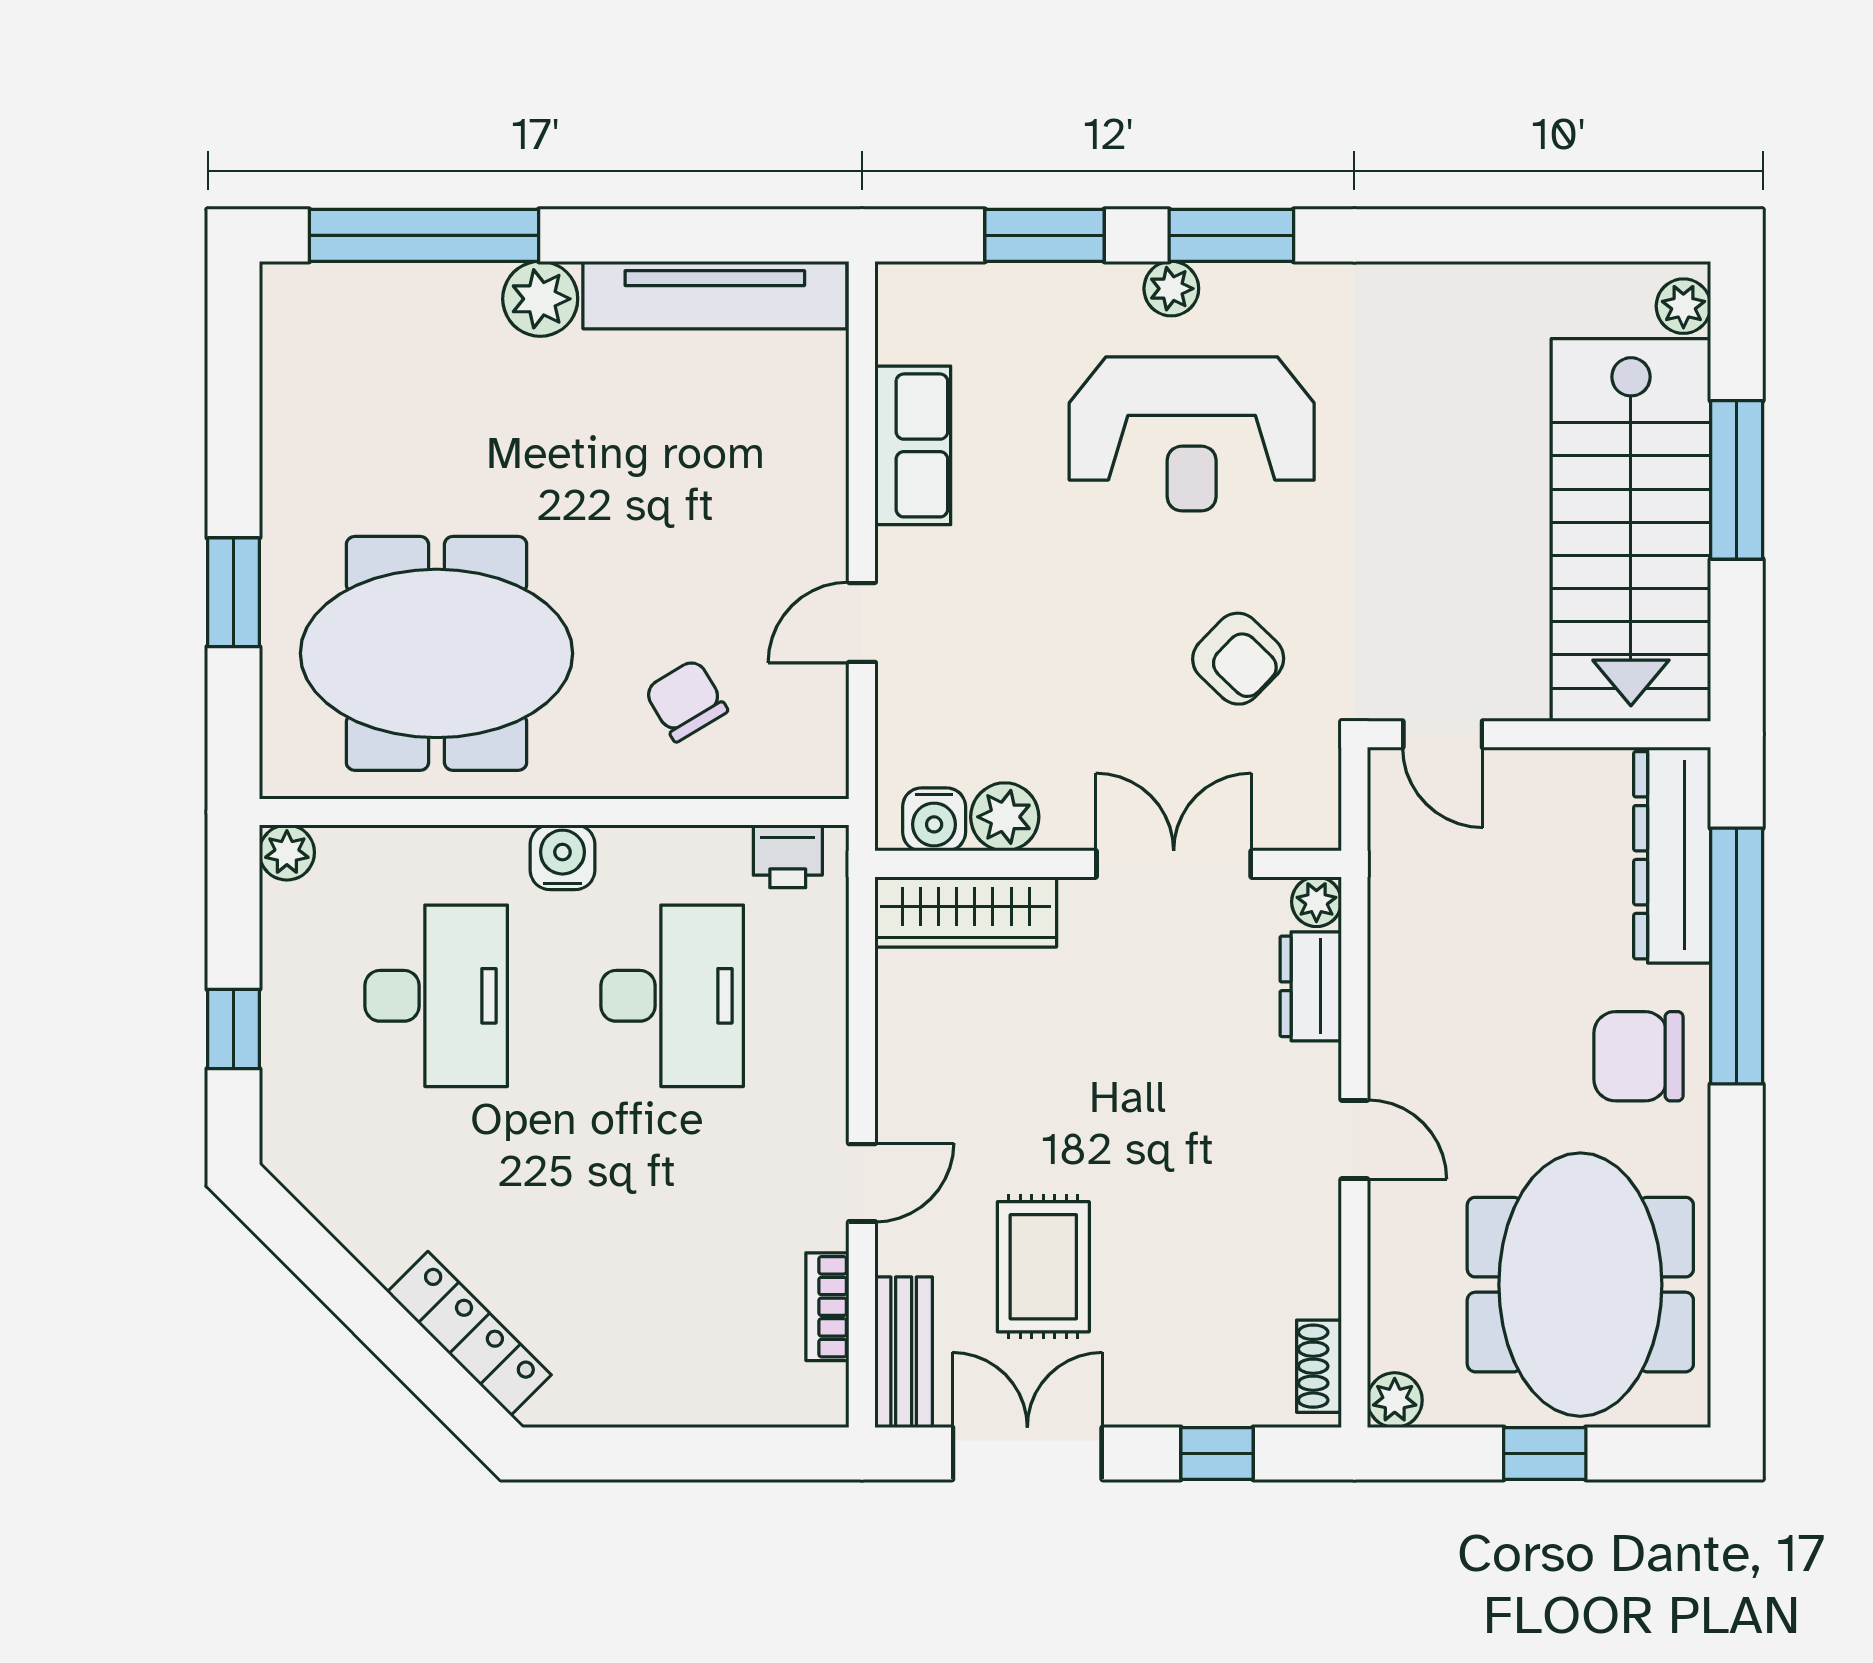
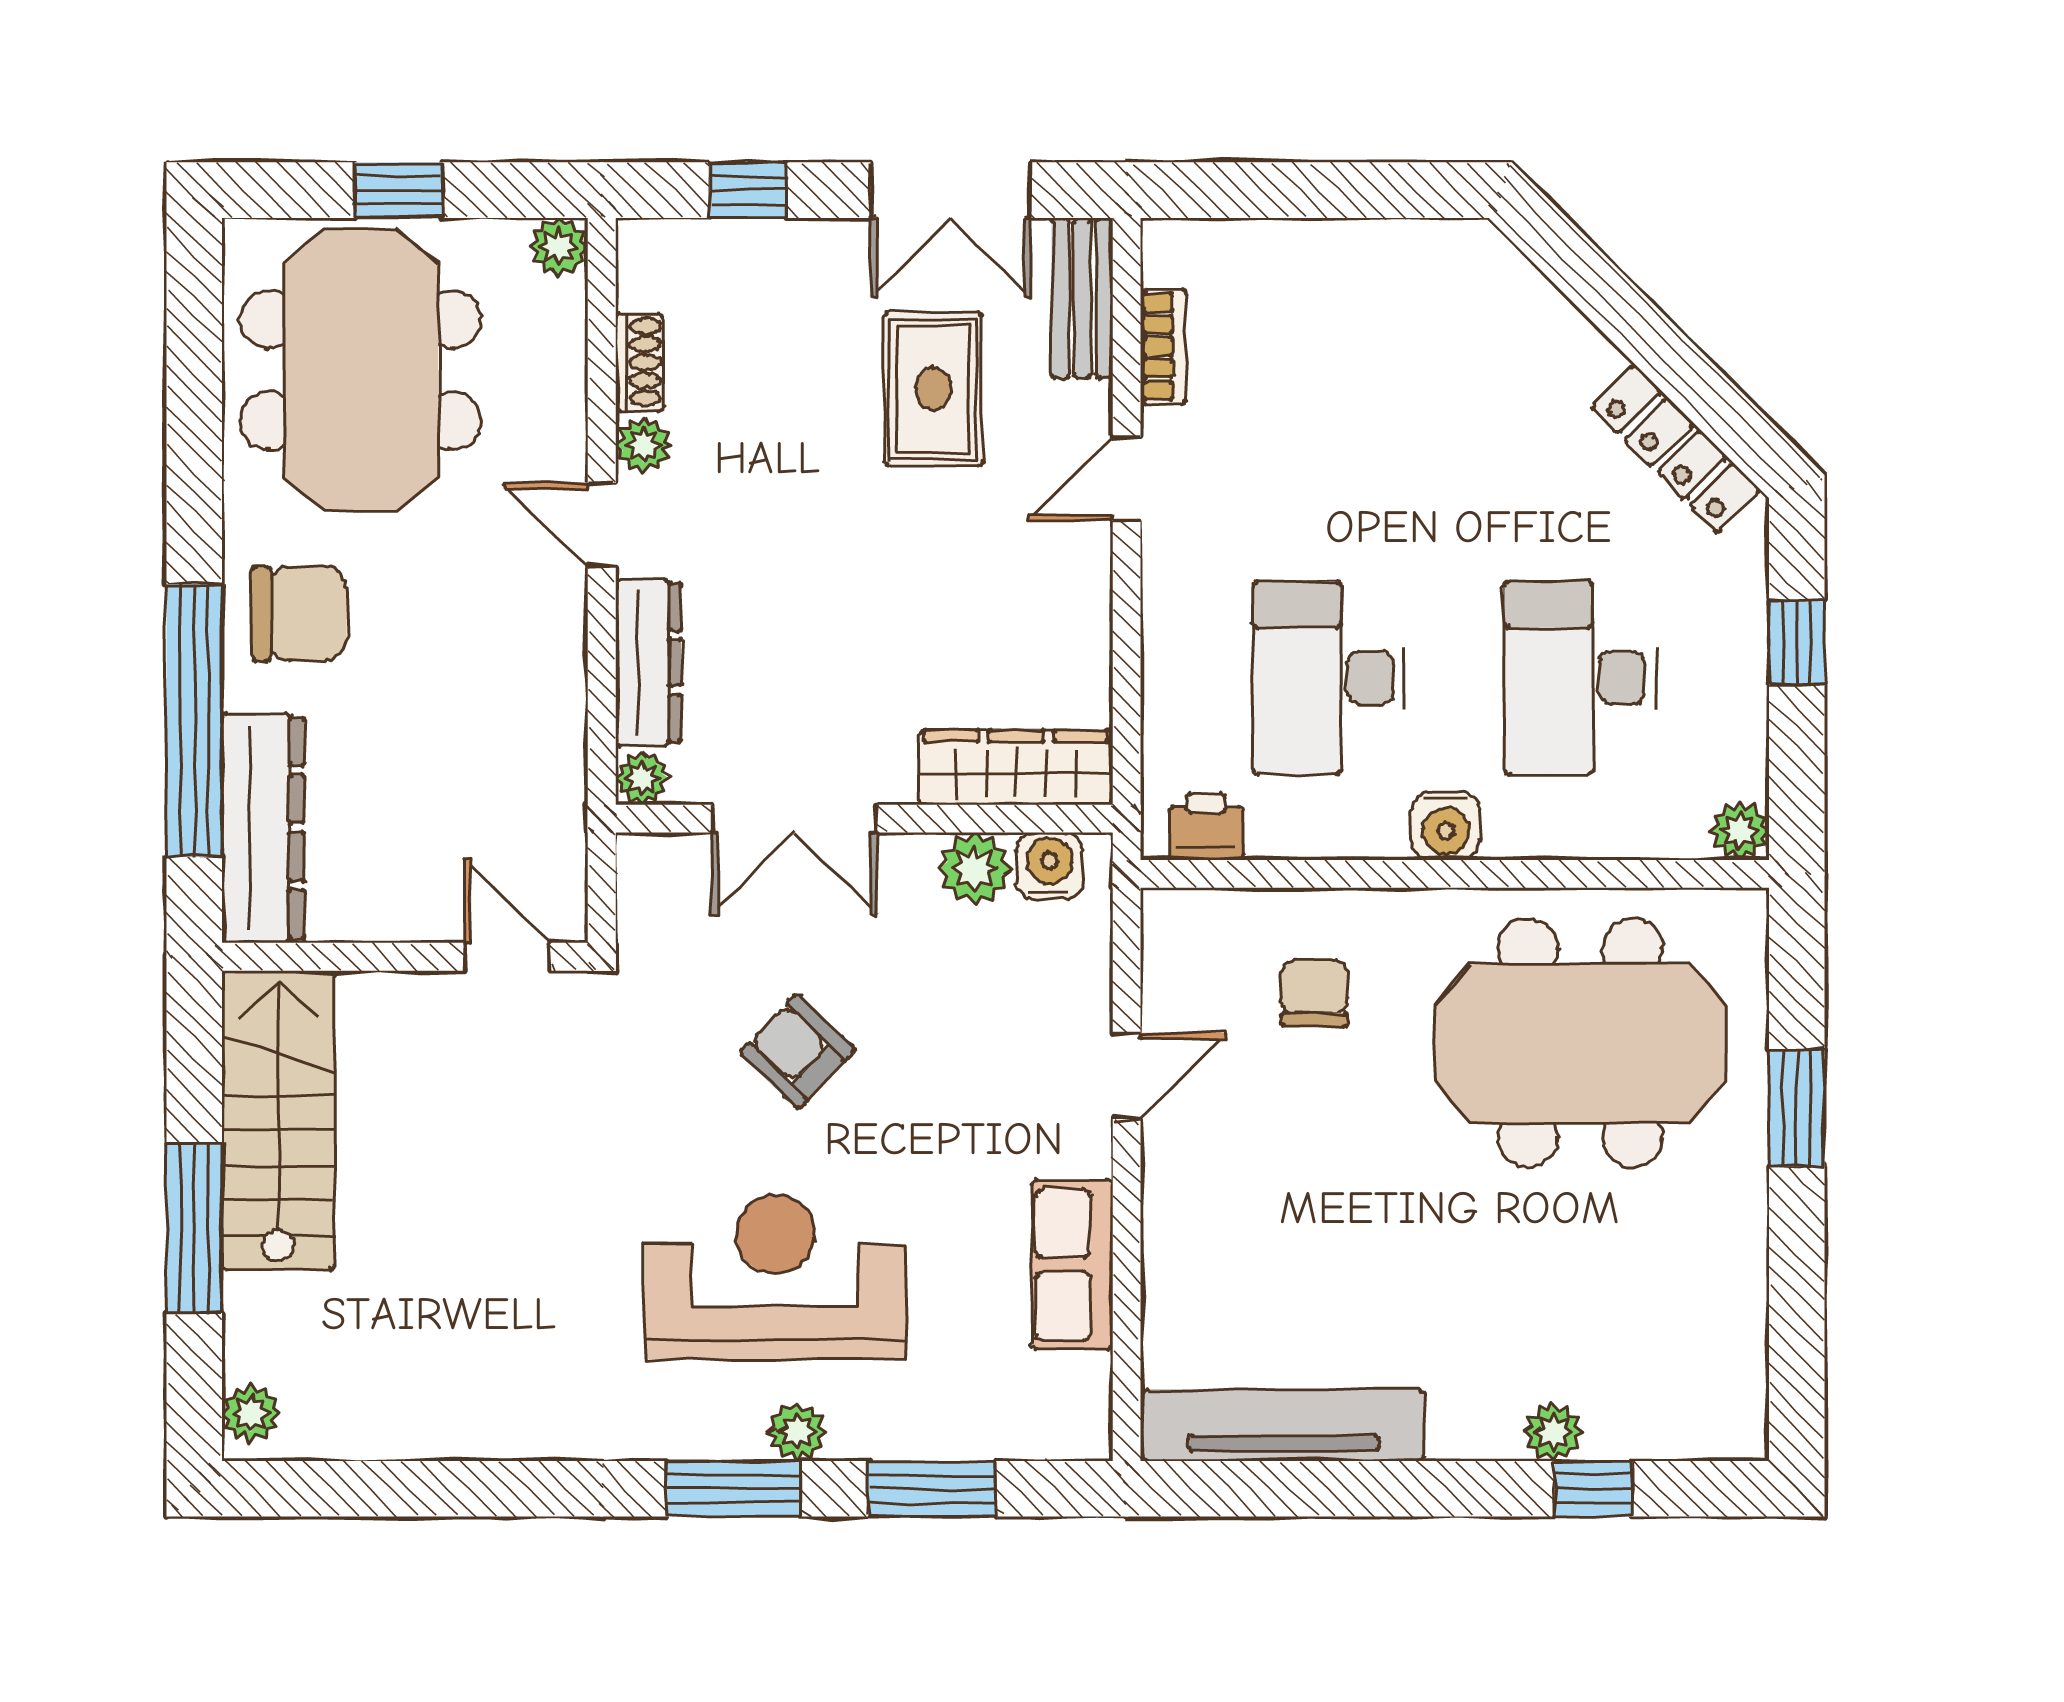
window: (424, 235) -> (1593, 1489), width x0.32
plant: (540, 299) -> (1553, 1432), moved, width x0.73, depth x0.73
stairs: (1631, 530) -> (278, 1120), width x0.73, depth x0.66
armchair: (1238, 659) -> (797, 1051), moved
chair: (686, 700) -> (1314, 993), turned -149
dresser: (1311, 986) -> (648, 663), width x1.44
plant: (1315, 1215) -> (643, 445), added
locker: (469, 1333) -> (1676, 448), moved
shoe rack: (1319, 1366) -> (639, 362), moved

